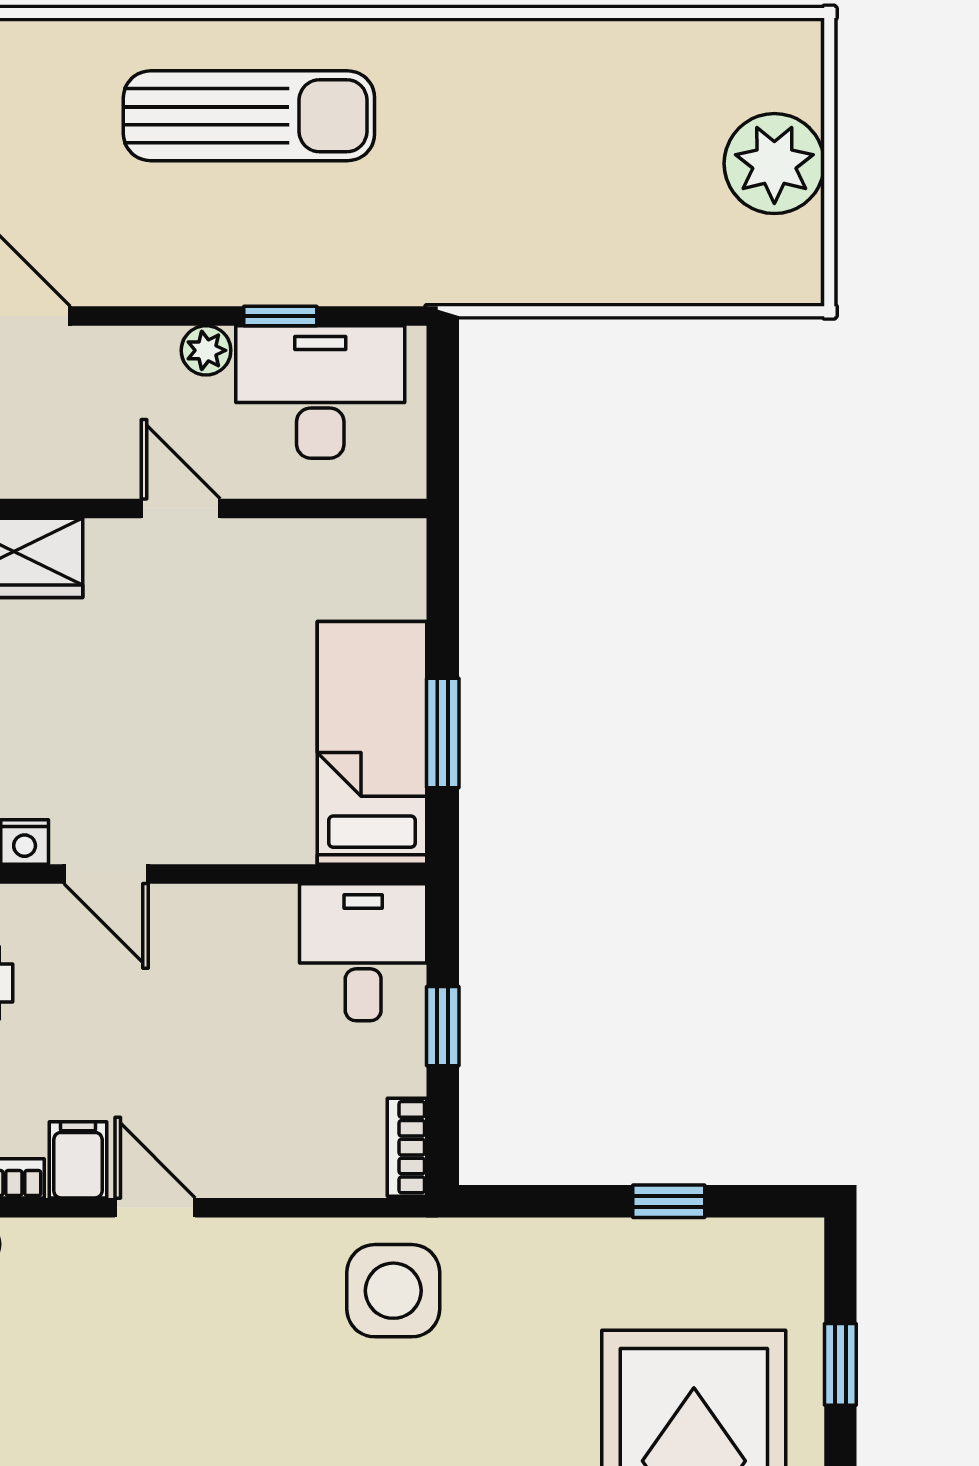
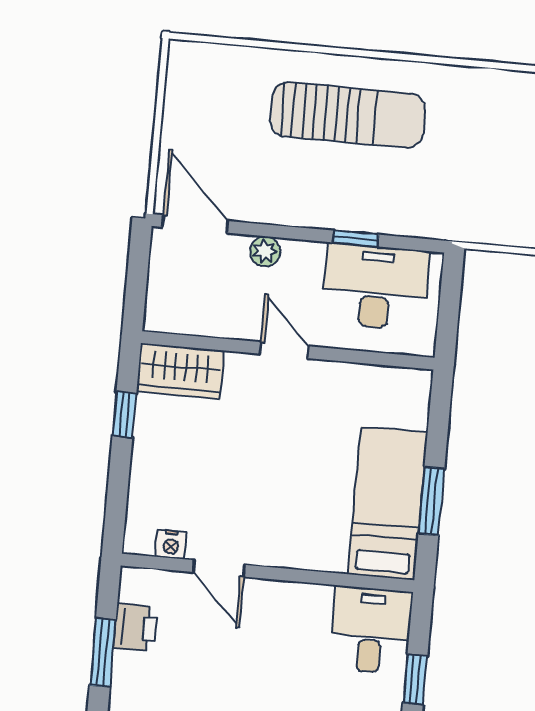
plant: (206, 350) -> (265, 251), moved

